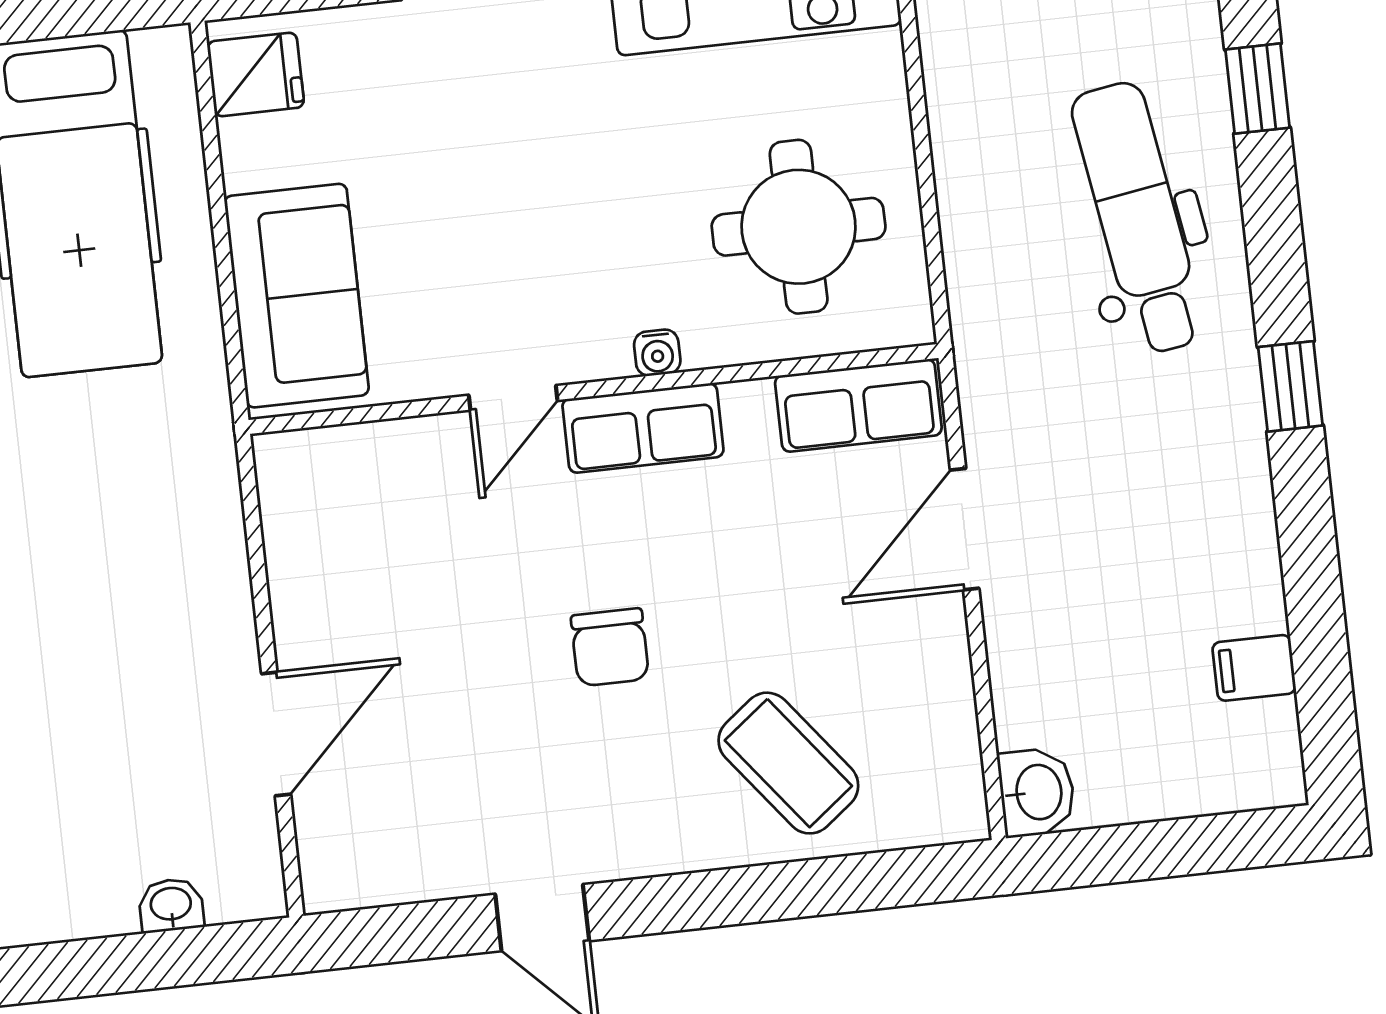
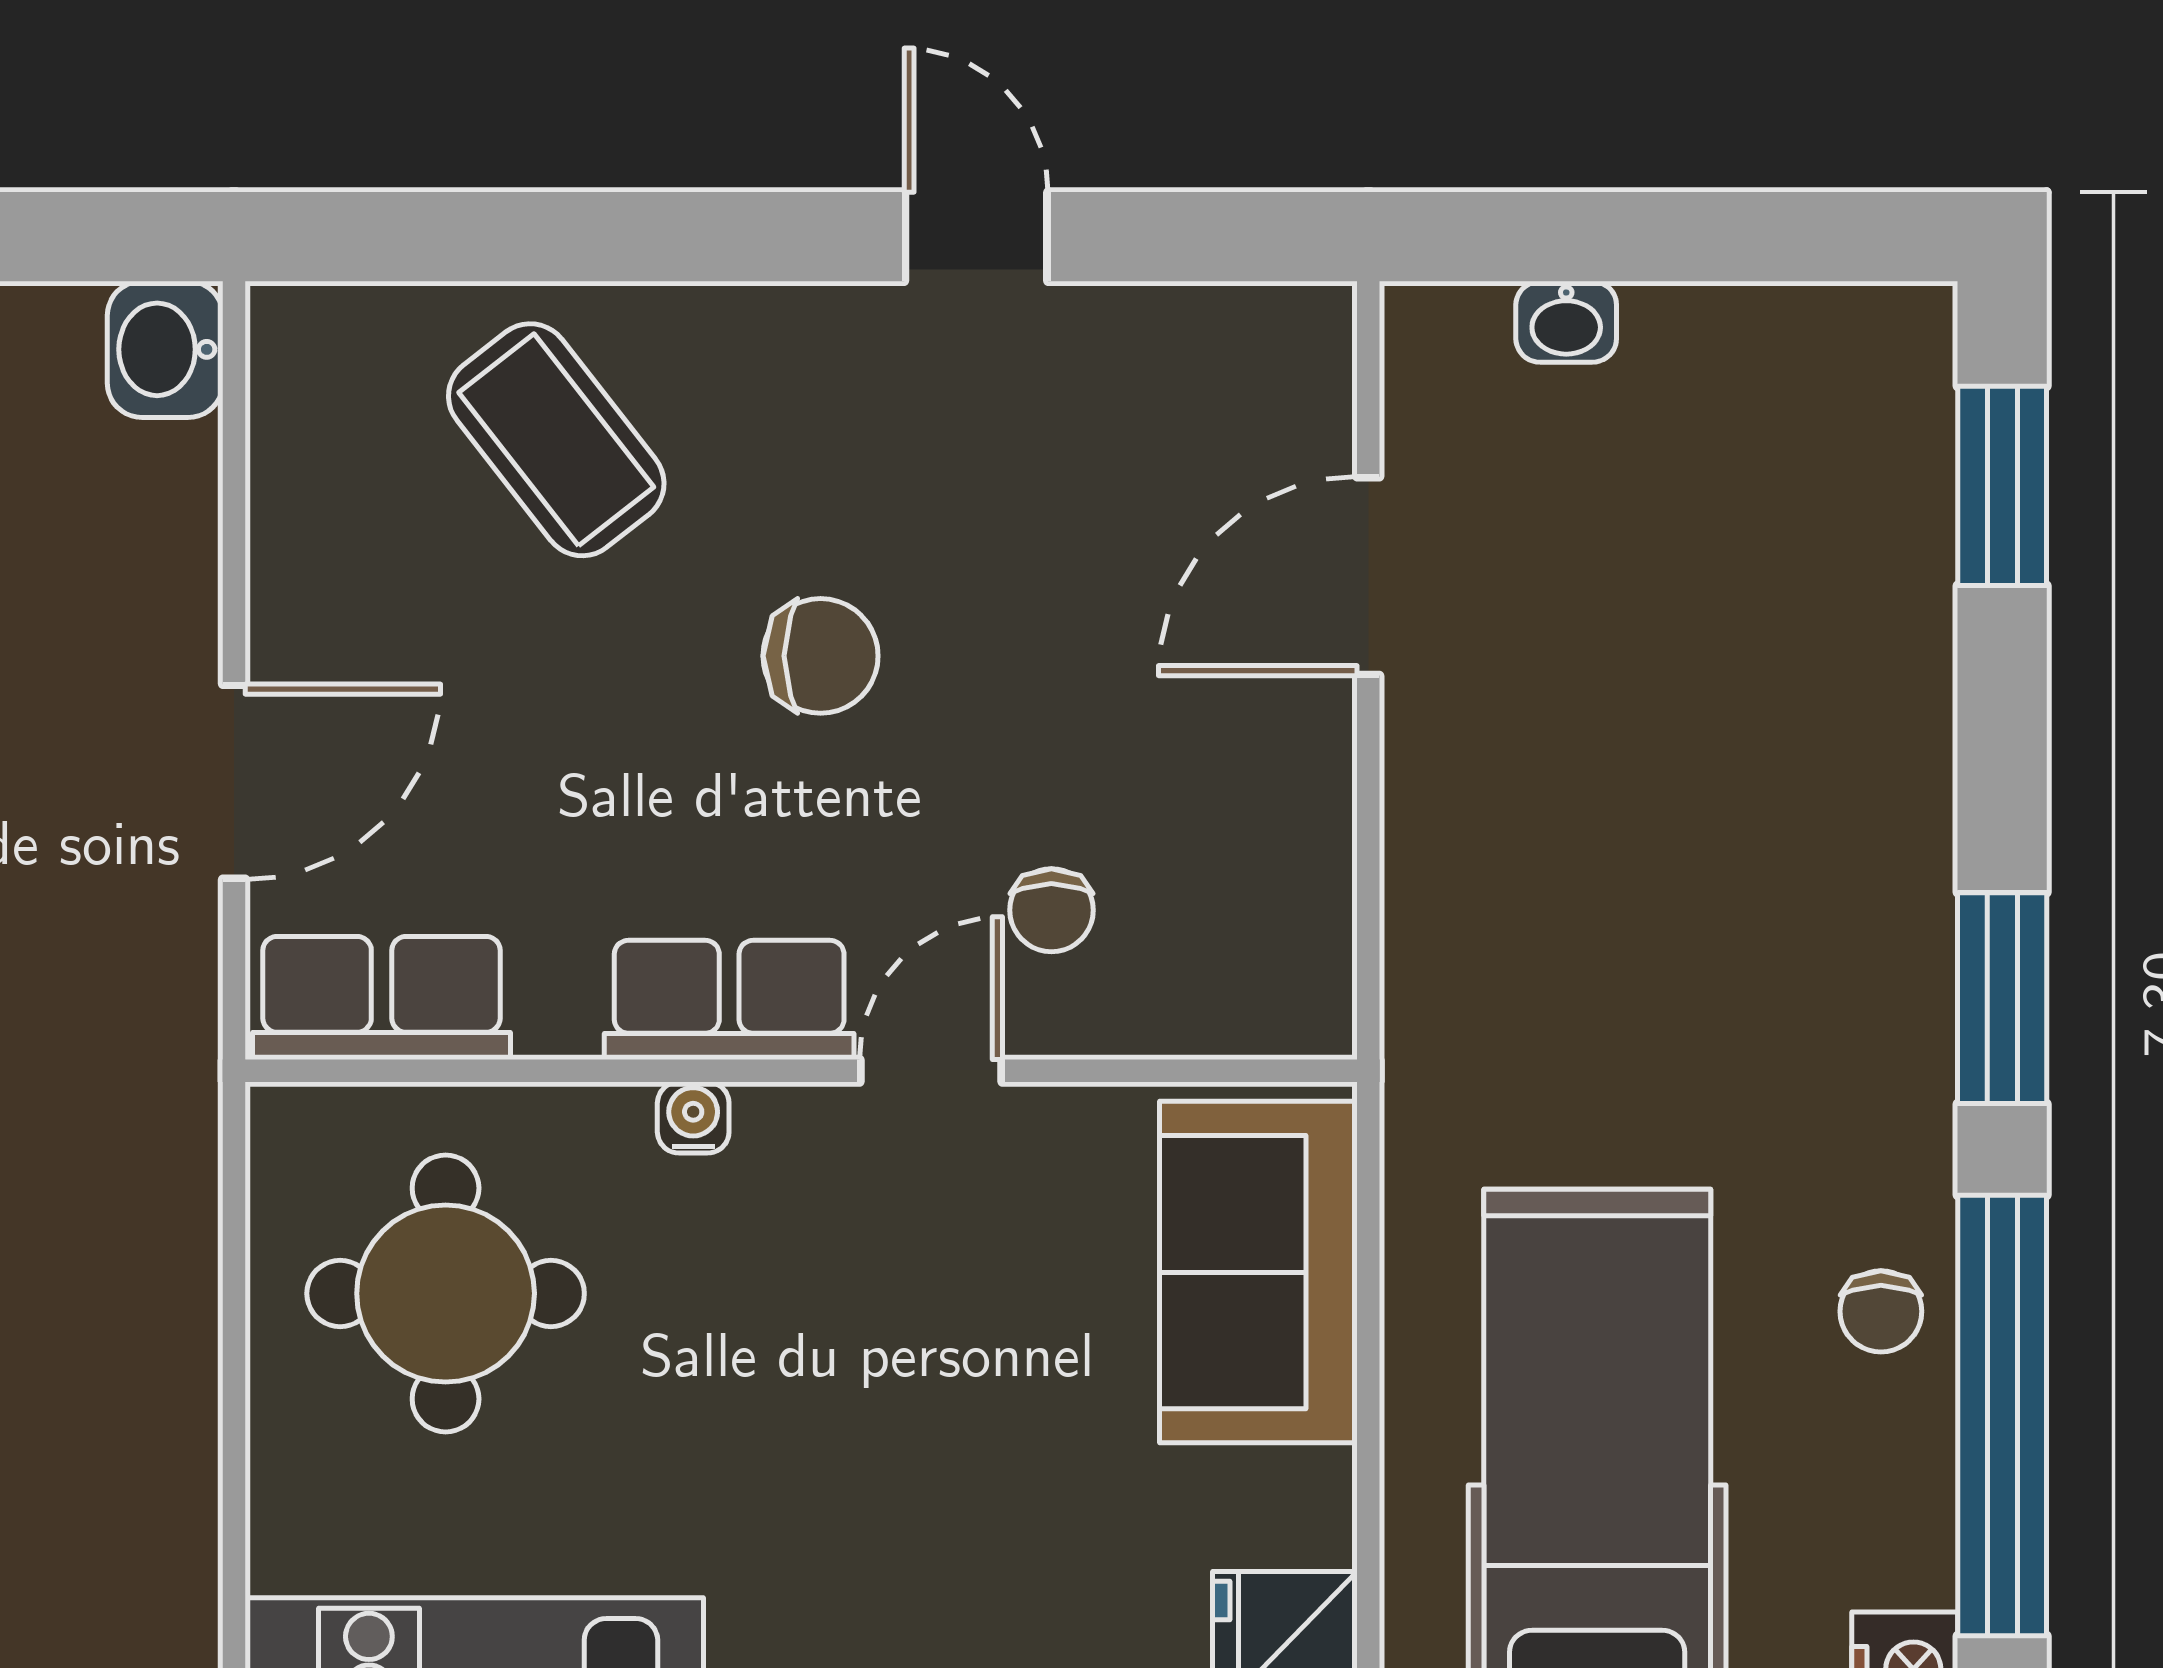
chair: (449, 506) -> (1051, 910), added
chair: (610, 647) -> (821, 656), turned 90

